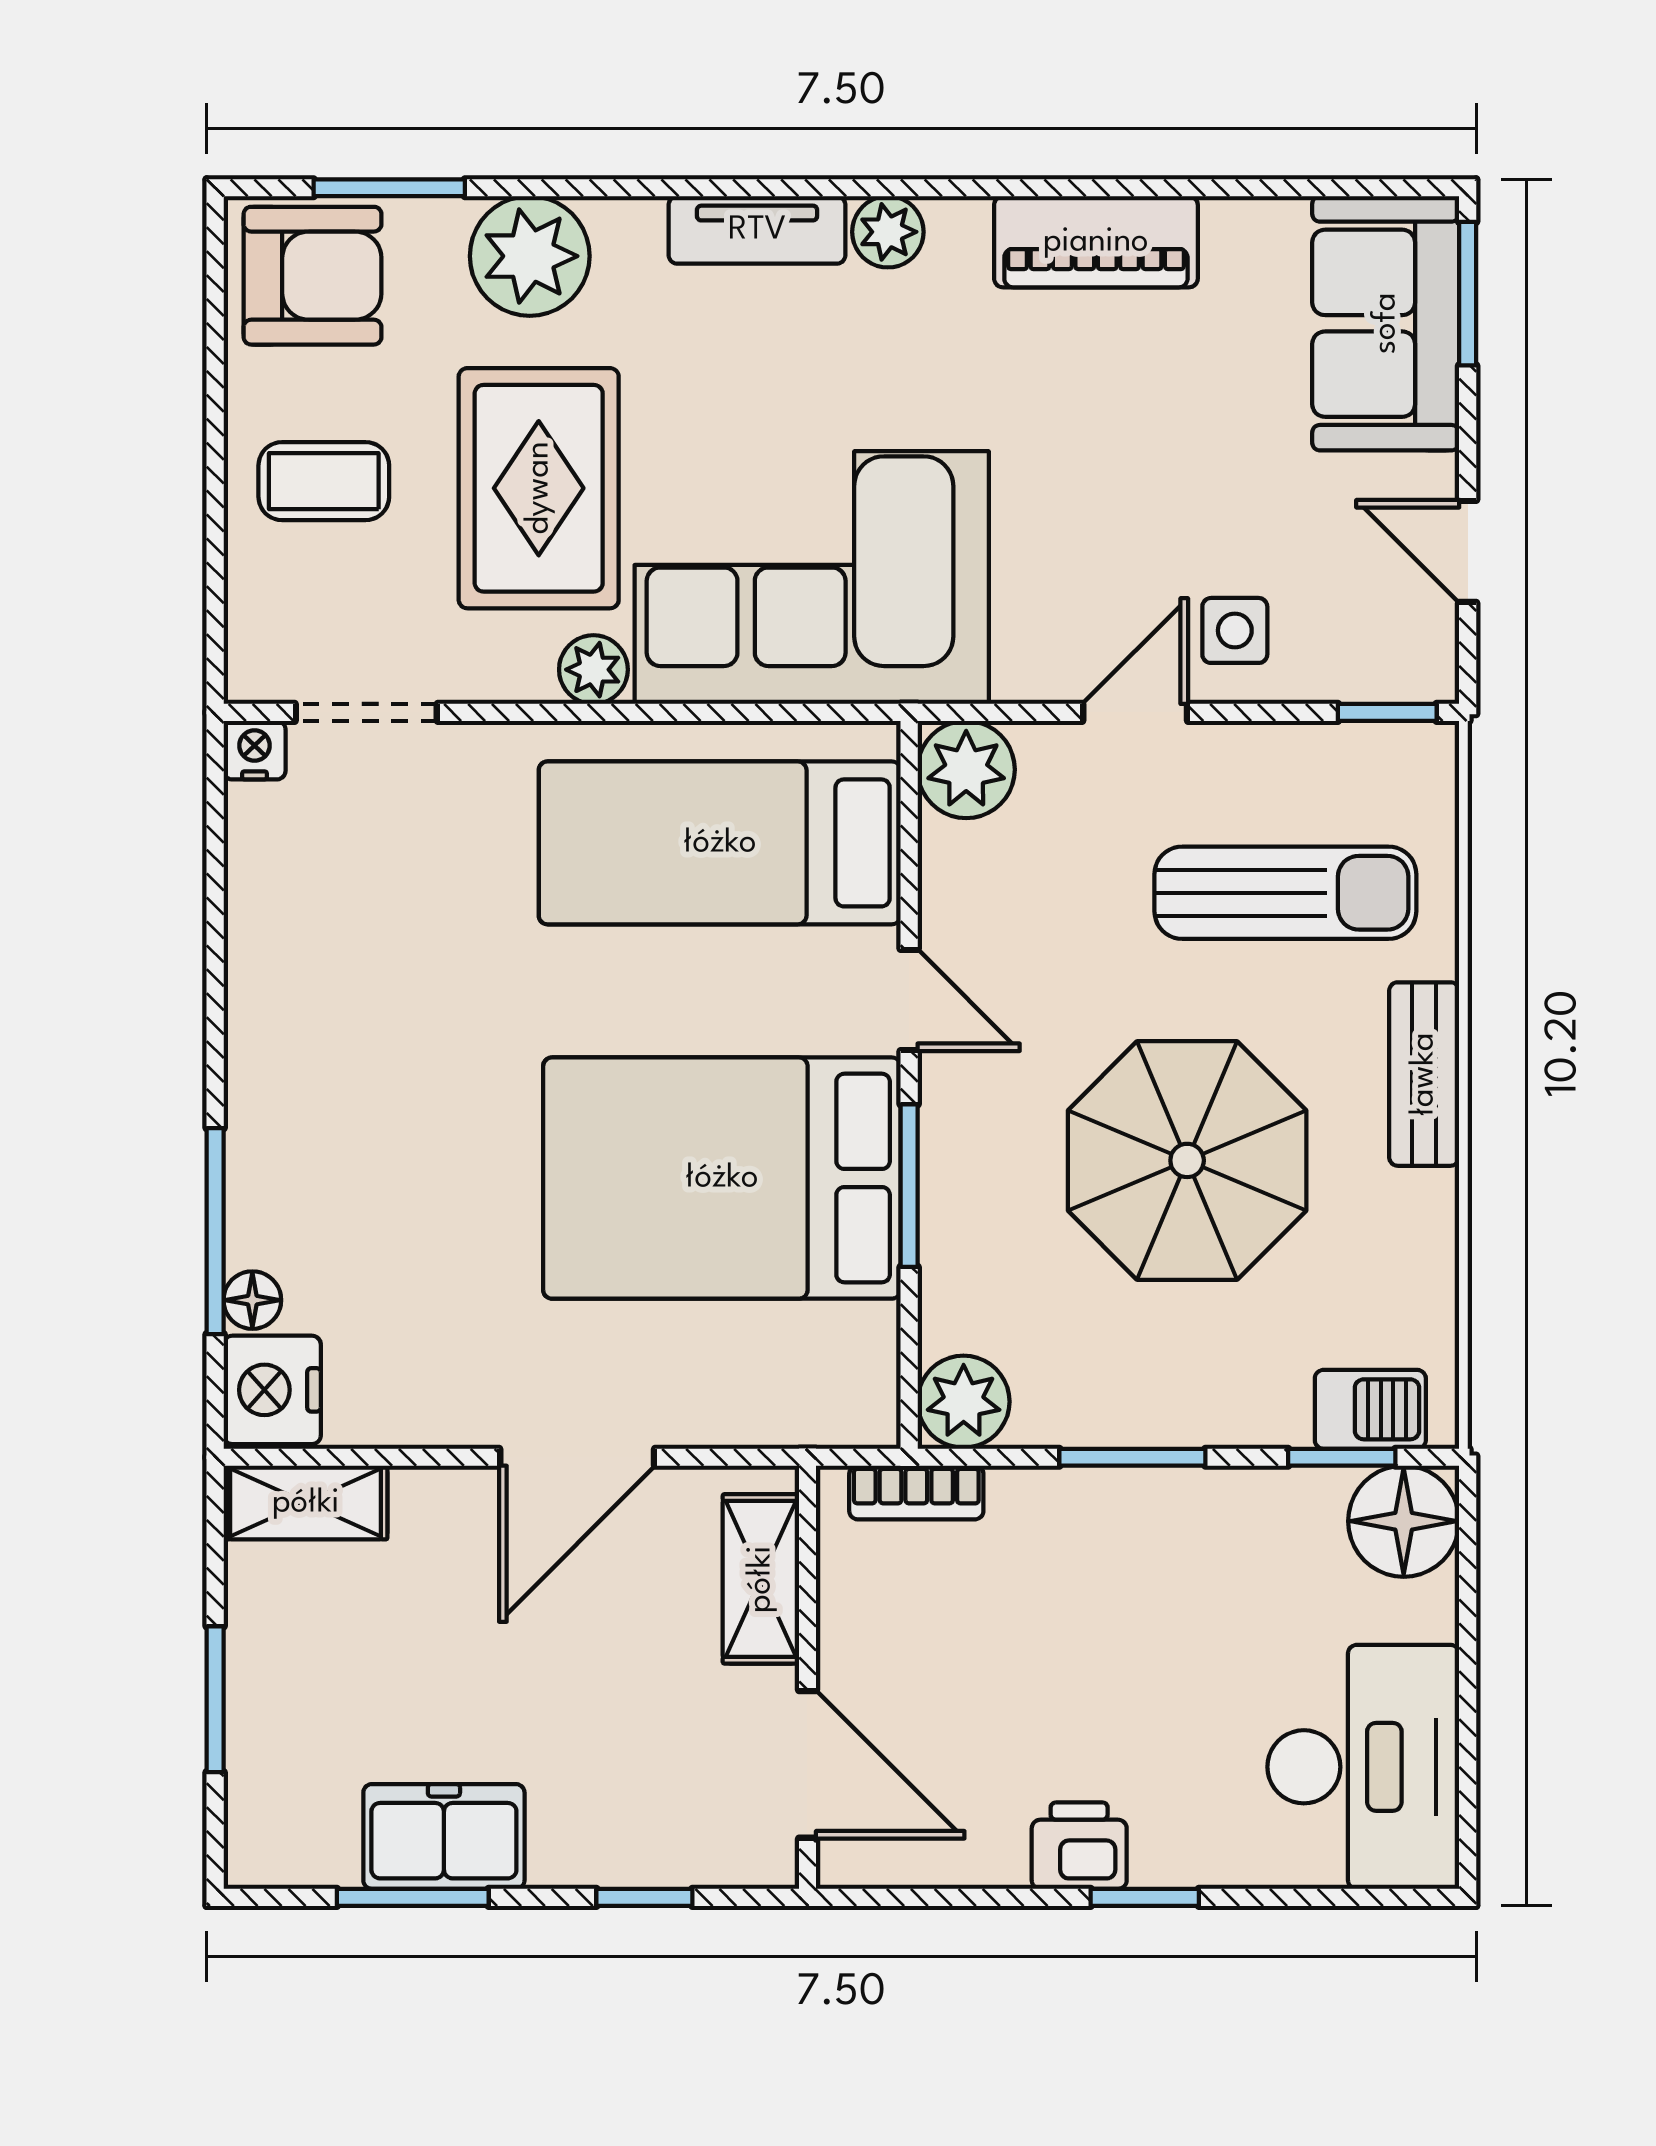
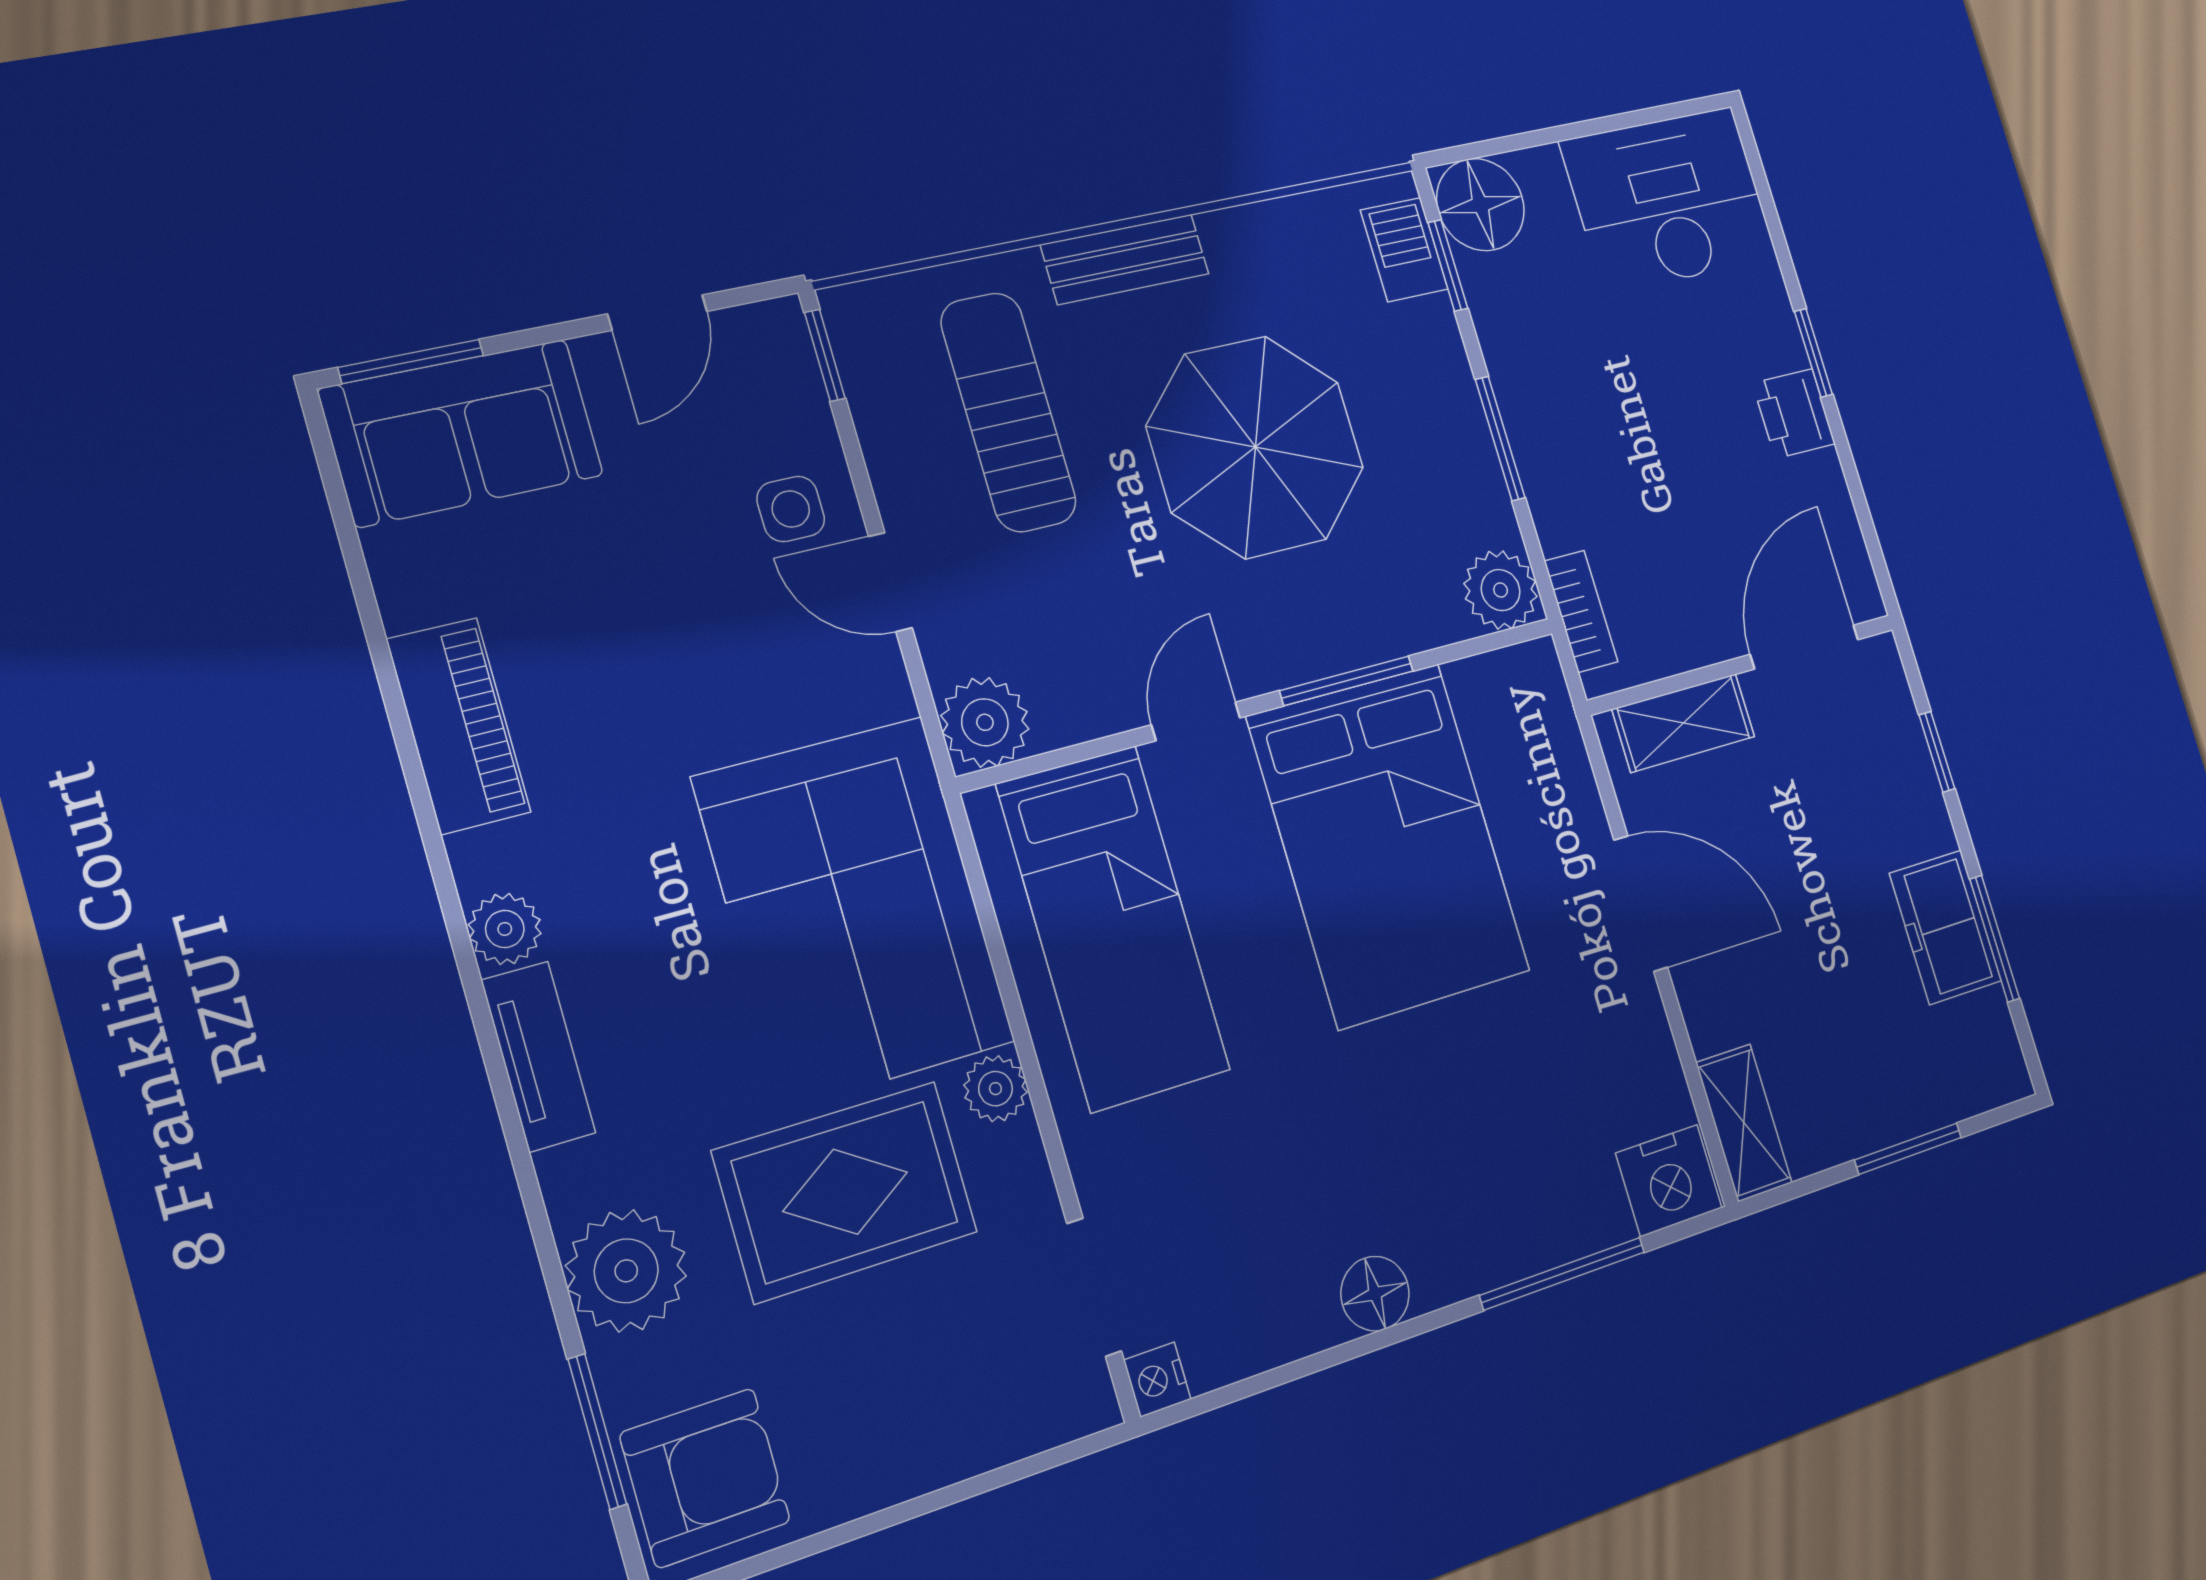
armchair: (313, 276) -> (705, 1478), turned 90
coffee table: (324, 481) -> (897, 1399), removed
floor lamp: (252, 1300) -> (1375, 1294), moved, width x1.37, depth x1.37

